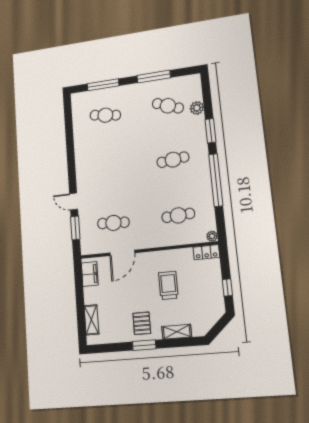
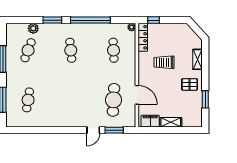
cafe table: (113, 223) -> (114, 100), width x1.37, depth x1.35
locker: (206, 252) -> (143, 37), width x1.53
window: (227, 287) -> (154, 20), moved
shelving: (91, 320) -> (171, 122), moved
window: (144, 345) -> (205, 99), moved

